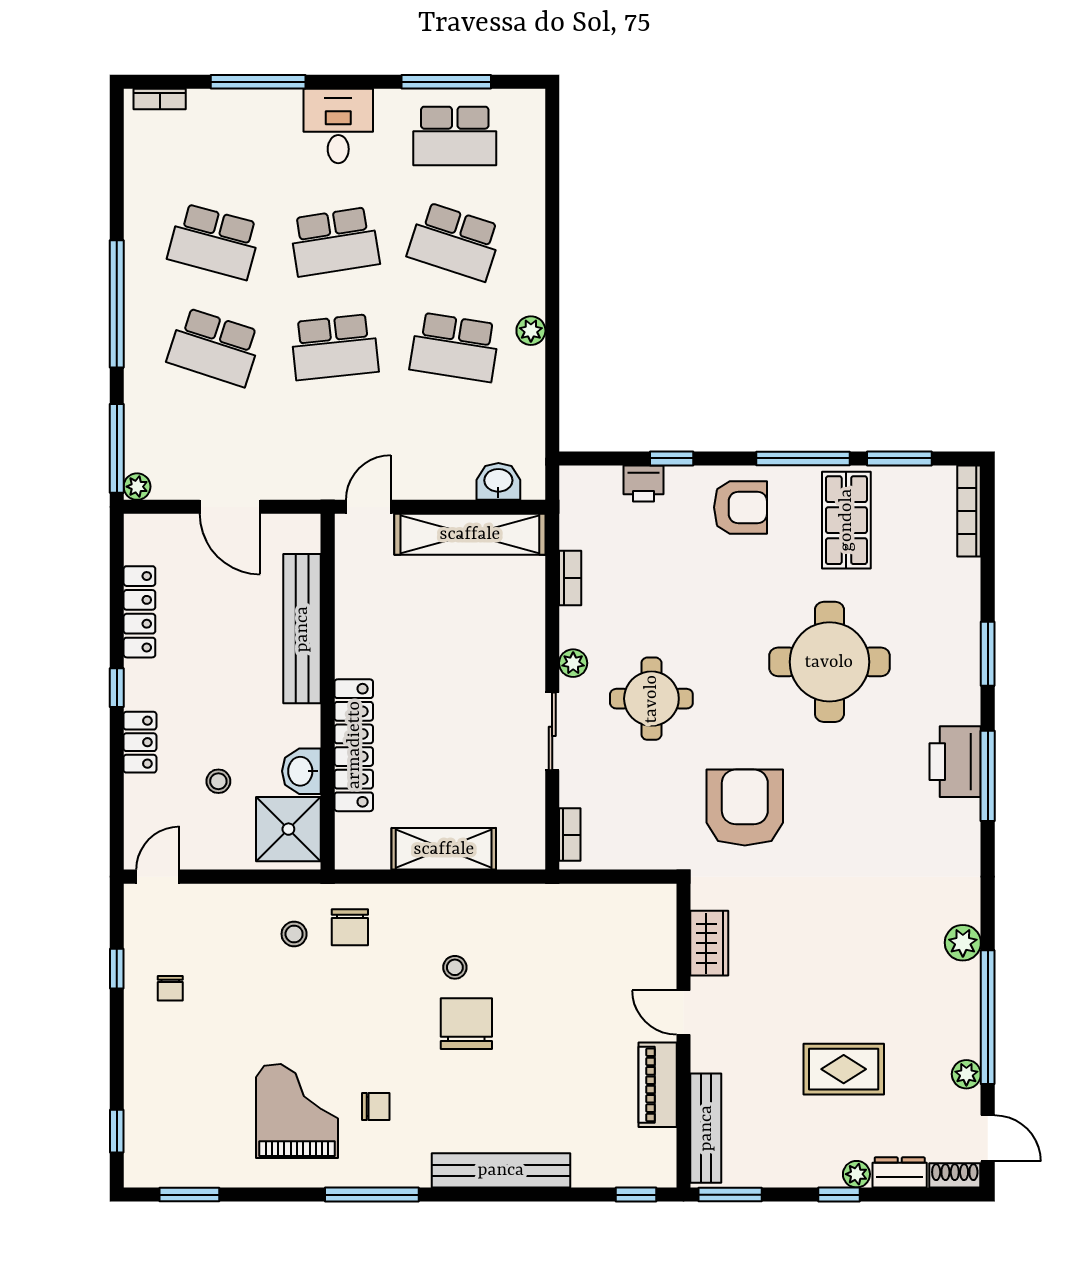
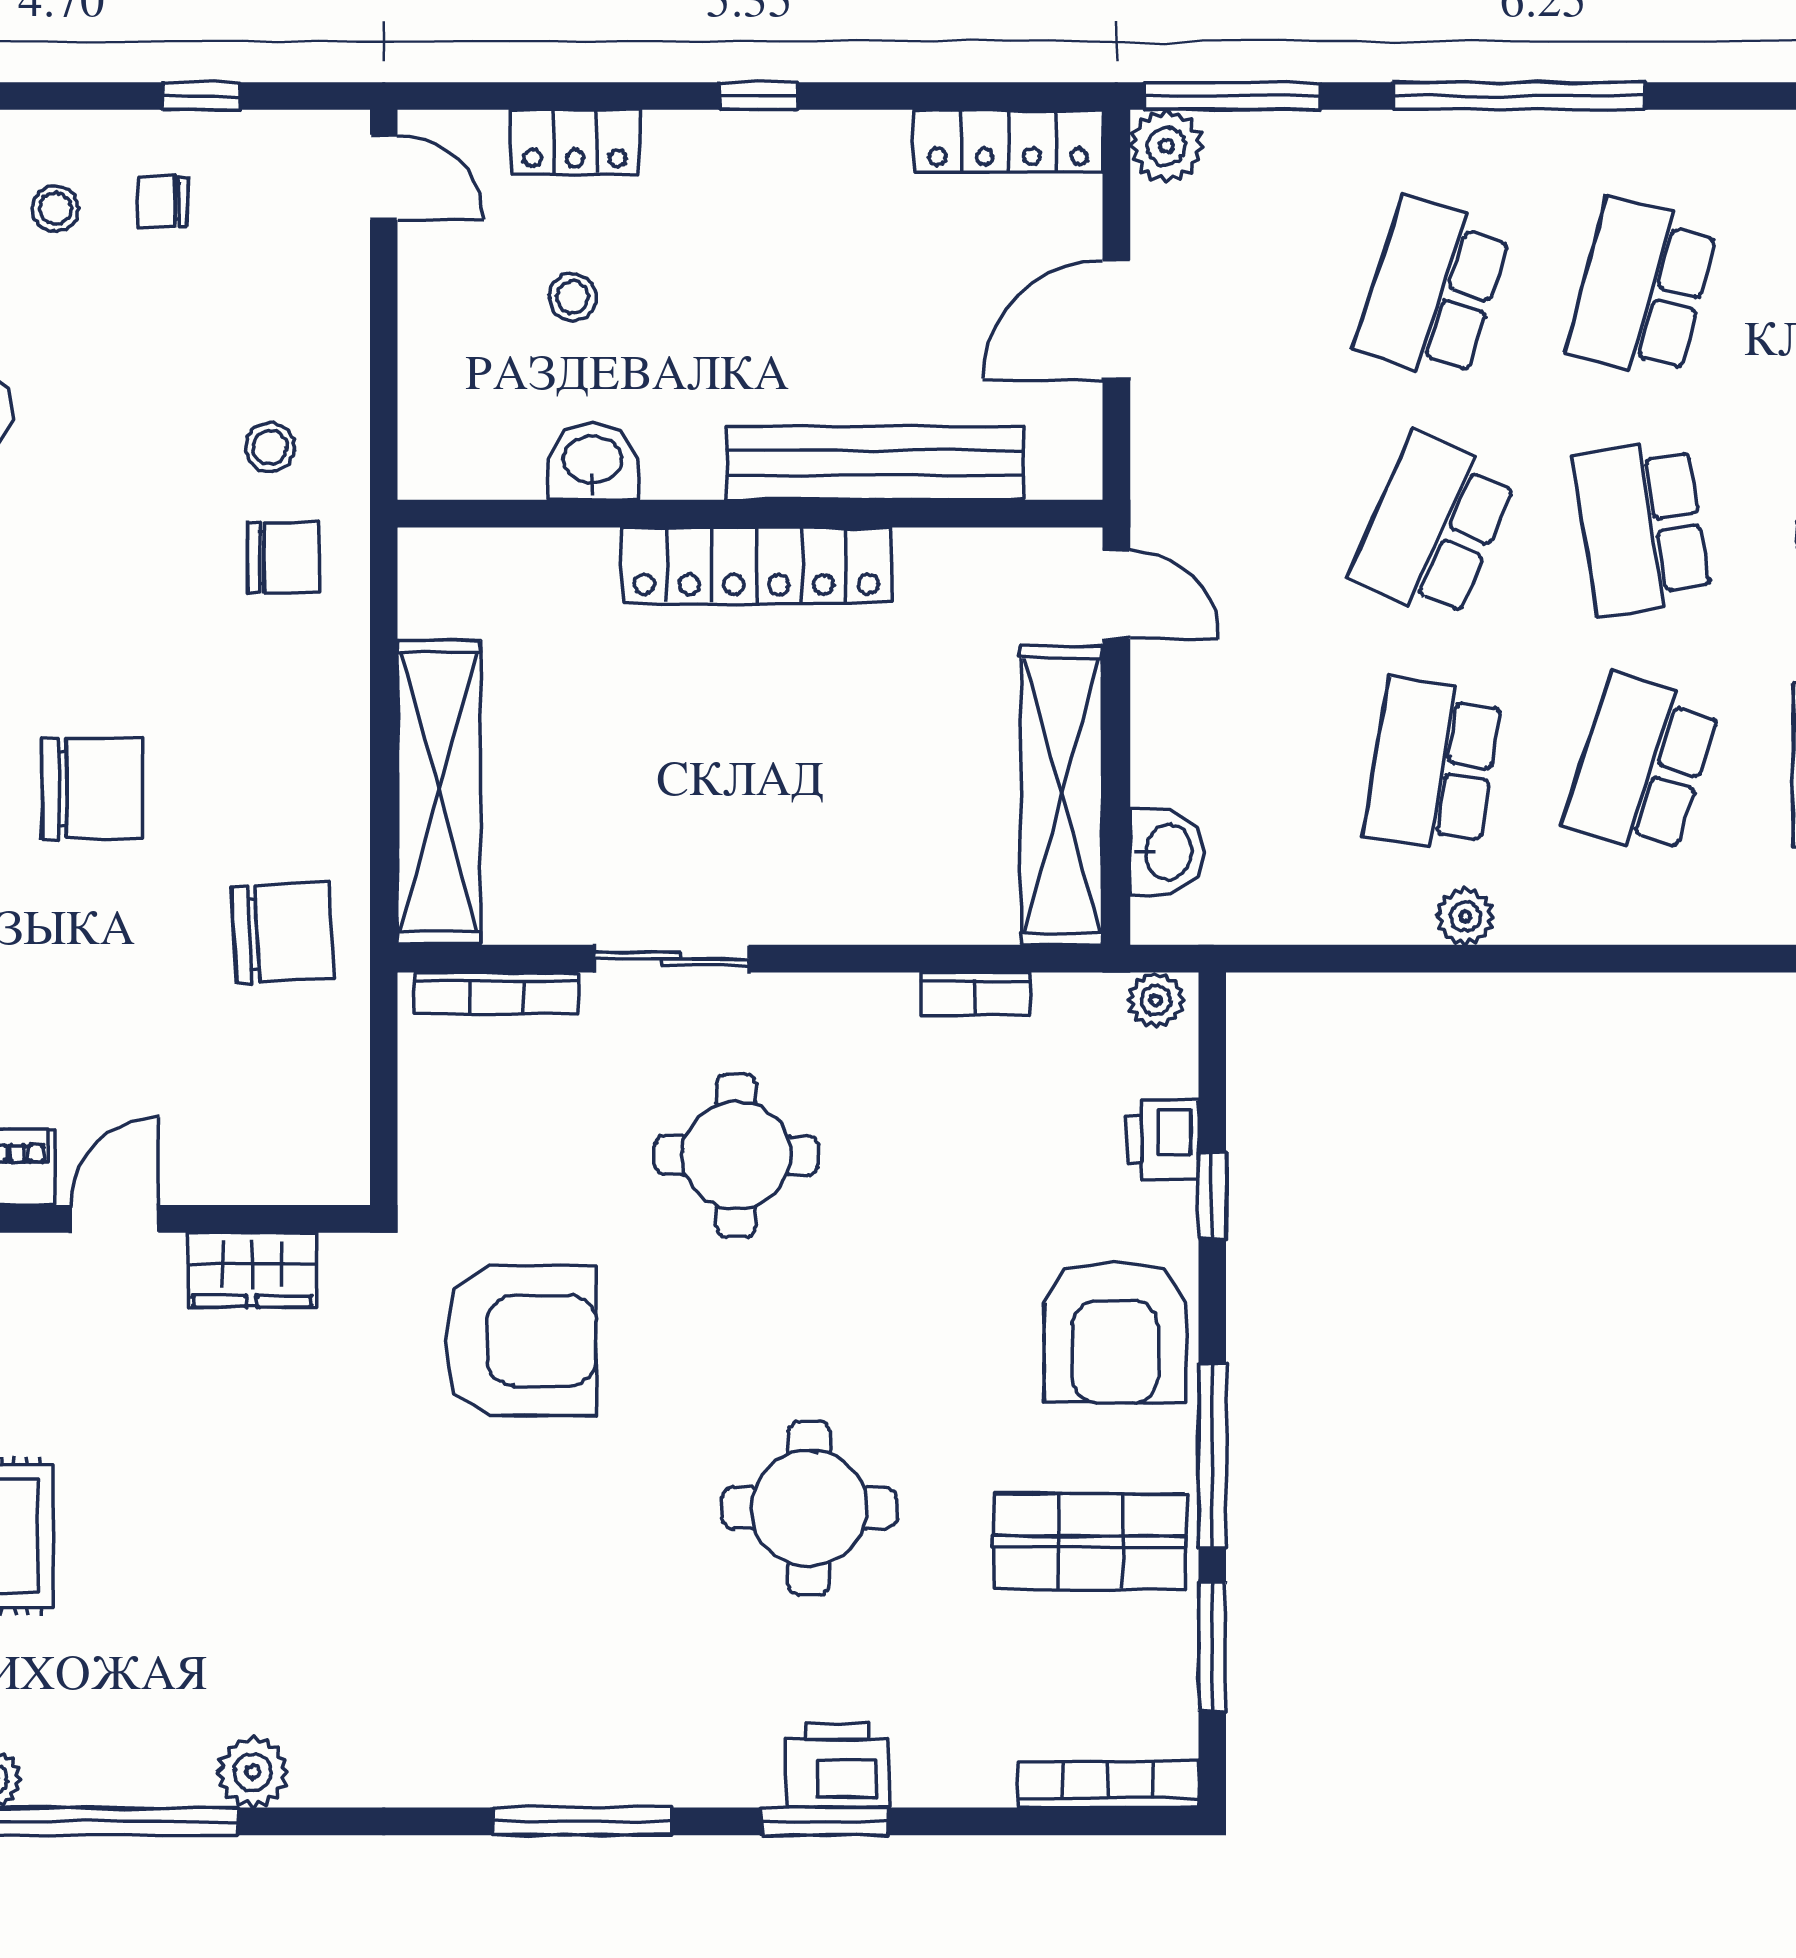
school desk: (335, 347) -> (1433, 527), turned 30
plant: (137, 487) -> (1166, 146), width x1.38, depth x1.38
armchair: (740, 507) -> (1115, 1332), width x1.36, depth x1.36
locker: (139, 612) -> (1008, 141), moved
round table: (829, 662) -> (809, 1508), width x0.73, depth x0.73
plant: (573, 663) -> (1156, 1000), moved
locker: (140, 742) -> (575, 142), moved
locker: (354, 745) -> (756, 565), moved
printer: (955, 762) -> (838, 1765), moved, width x0.73, depth x0.84
shower: (288, 829) -> (478, 436), removed
bookcase: (570, 835) -> (497, 993), width x1.56
shelving: (444, 849) -> (439, 792), width x1.47
chair: (350, 927) -> (284, 558), turned 180
chair: (539, 928) -> (283, 933), added
stool: (455, 967) -> (55, 208), moved

